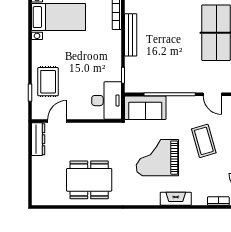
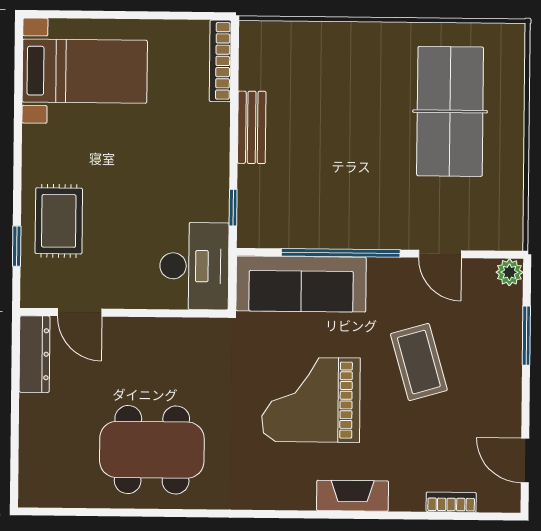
bench: (131, 35) -> (252, 127), width x0.73
sofa: (145, 108) -> (301, 284), width x1.36
door: (57, 121) -> (80, 312), swing flipped

